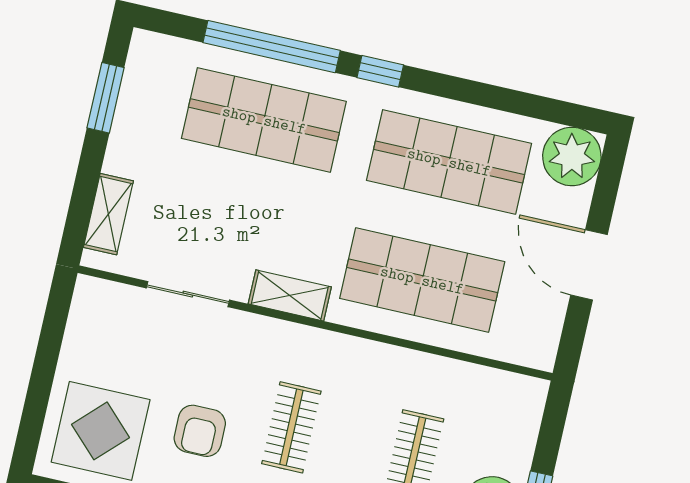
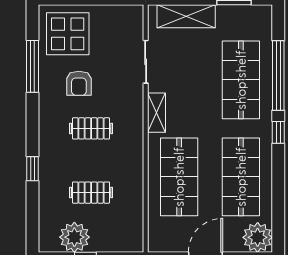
shelving: (108, 214) -> (186, 16), width x1.50, depth x1.33
armchair: (200, 431) -> (79, 83), turned -90

